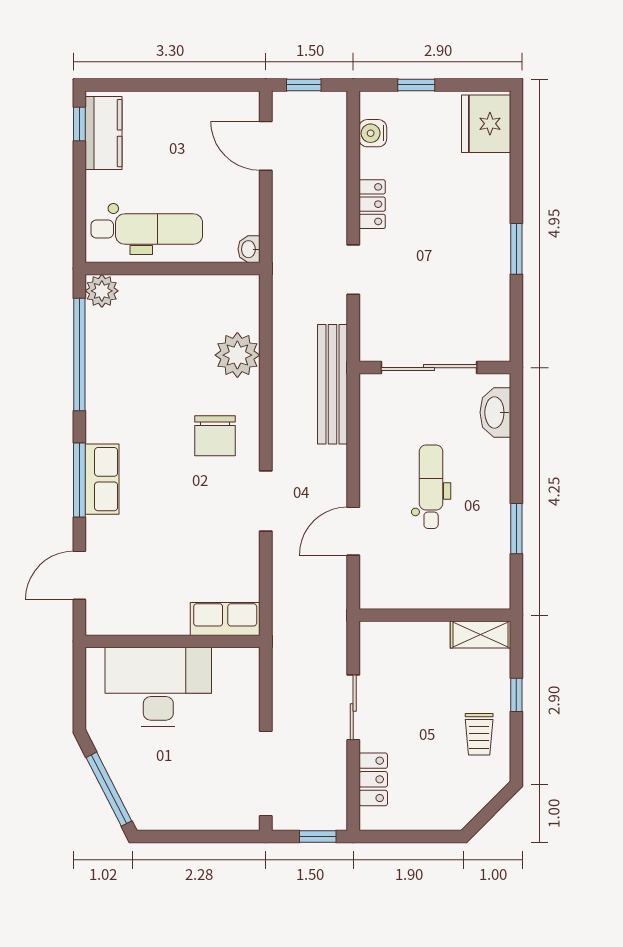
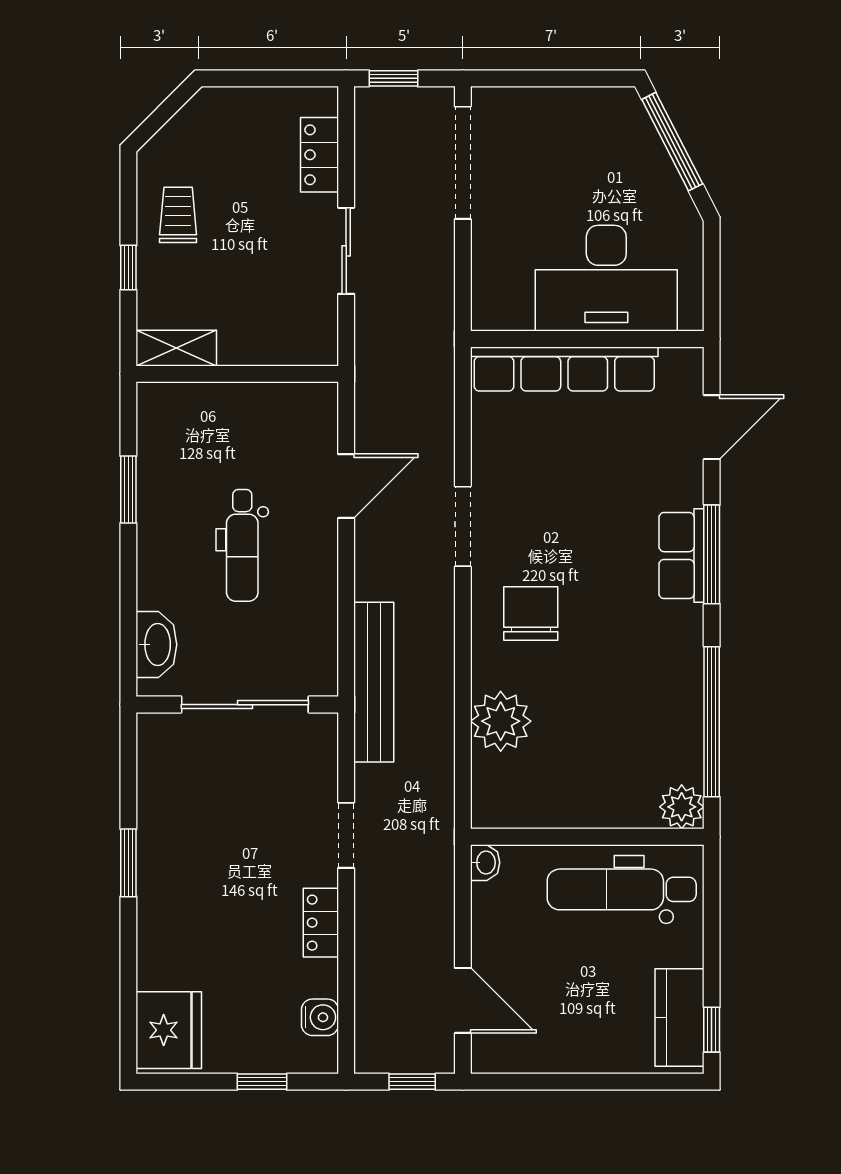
row of seats: (225, 619) -> (564, 369), width x2.02

